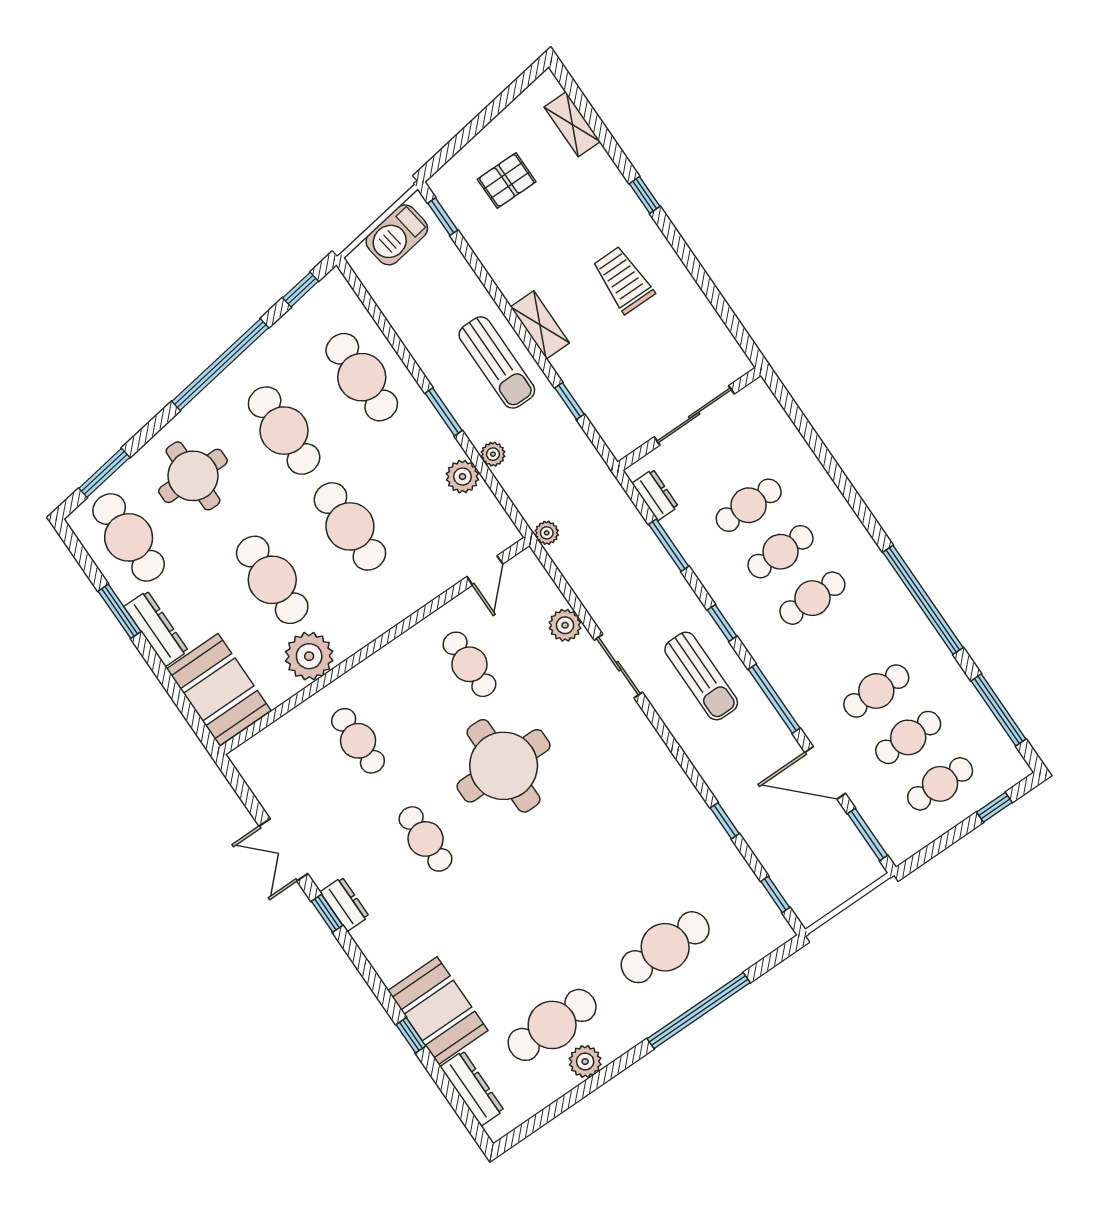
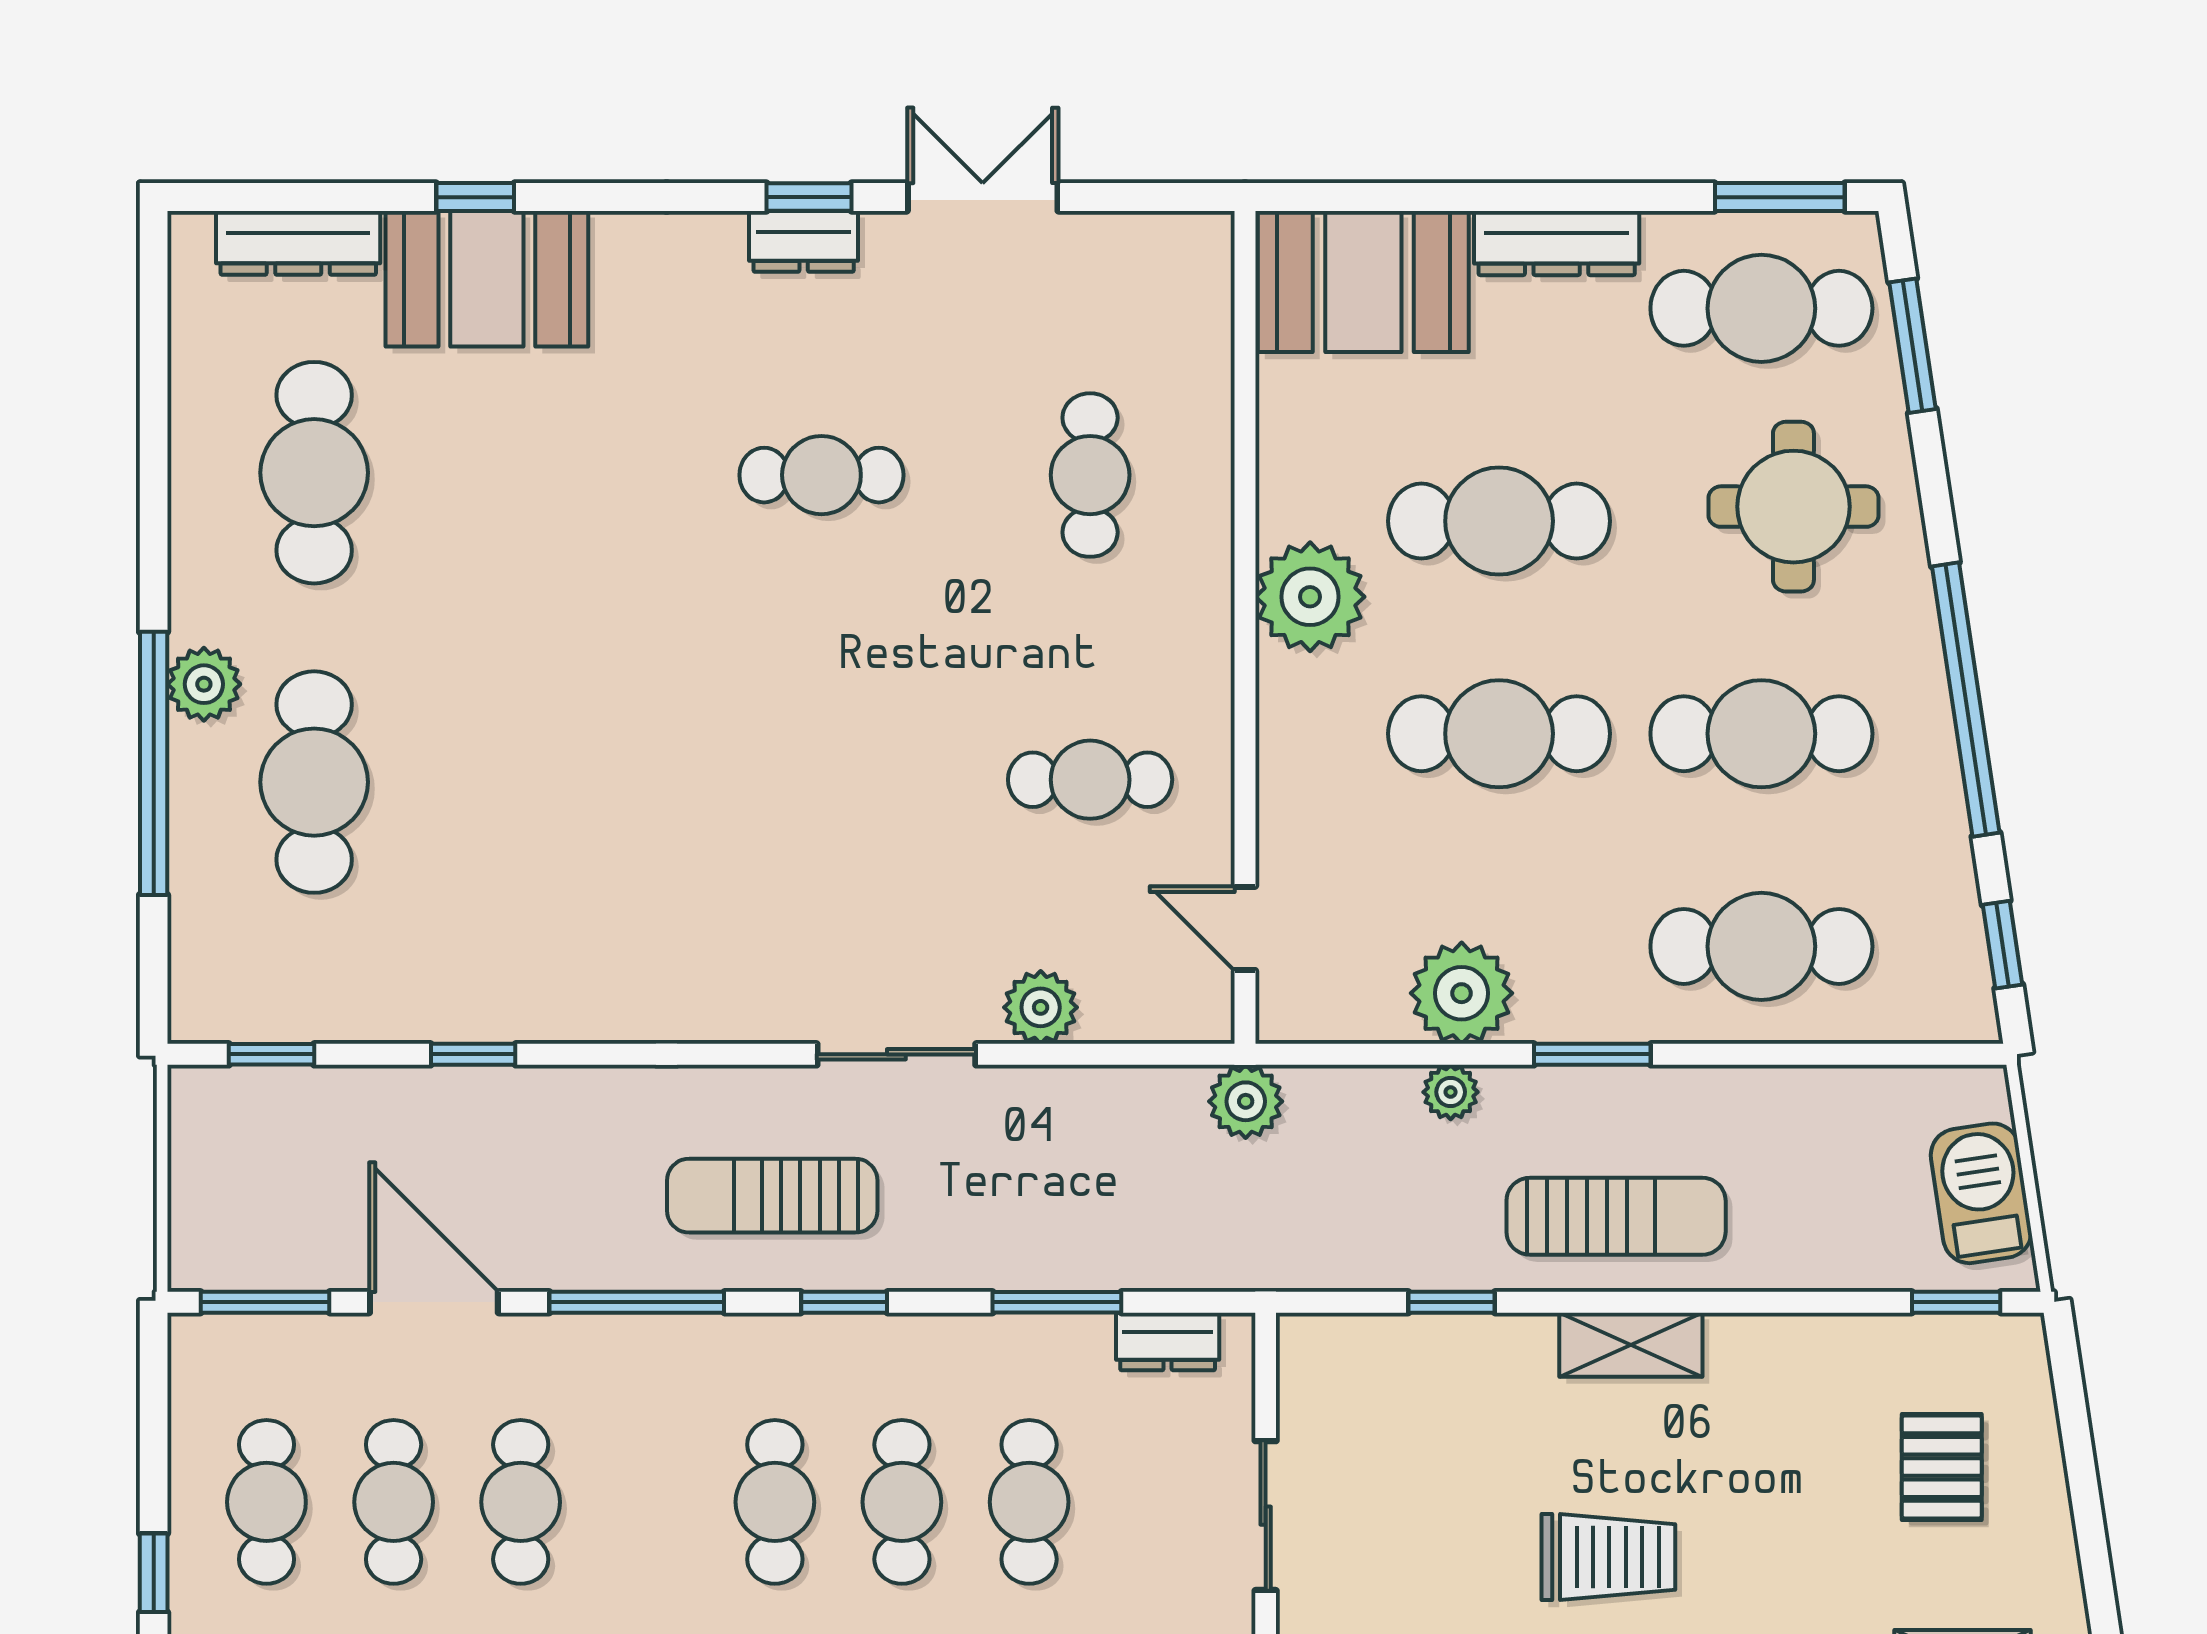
sun lounger: (497, 362) -> (1616, 1216), turned 180
sliding door: (694, 415) -> (1266, 1516), width x0.73
plant: (462, 477) -> (1462, 993), width x1.36, depth x1.36
plant: (547, 533) -> (1246, 1101), width x1.38, depth x1.38
window: (119, 611) -> (1780, 197), moved
plant: (309, 656) -> (1310, 597), moved
cafe table: (358, 741) -> (1090, 475), turned 90
round table: (504, 766) -> (858, 713), removed
door: (825, 773) -> (434, 1302), hinge flipped
plant: (585, 1062) -> (204, 684), moved

